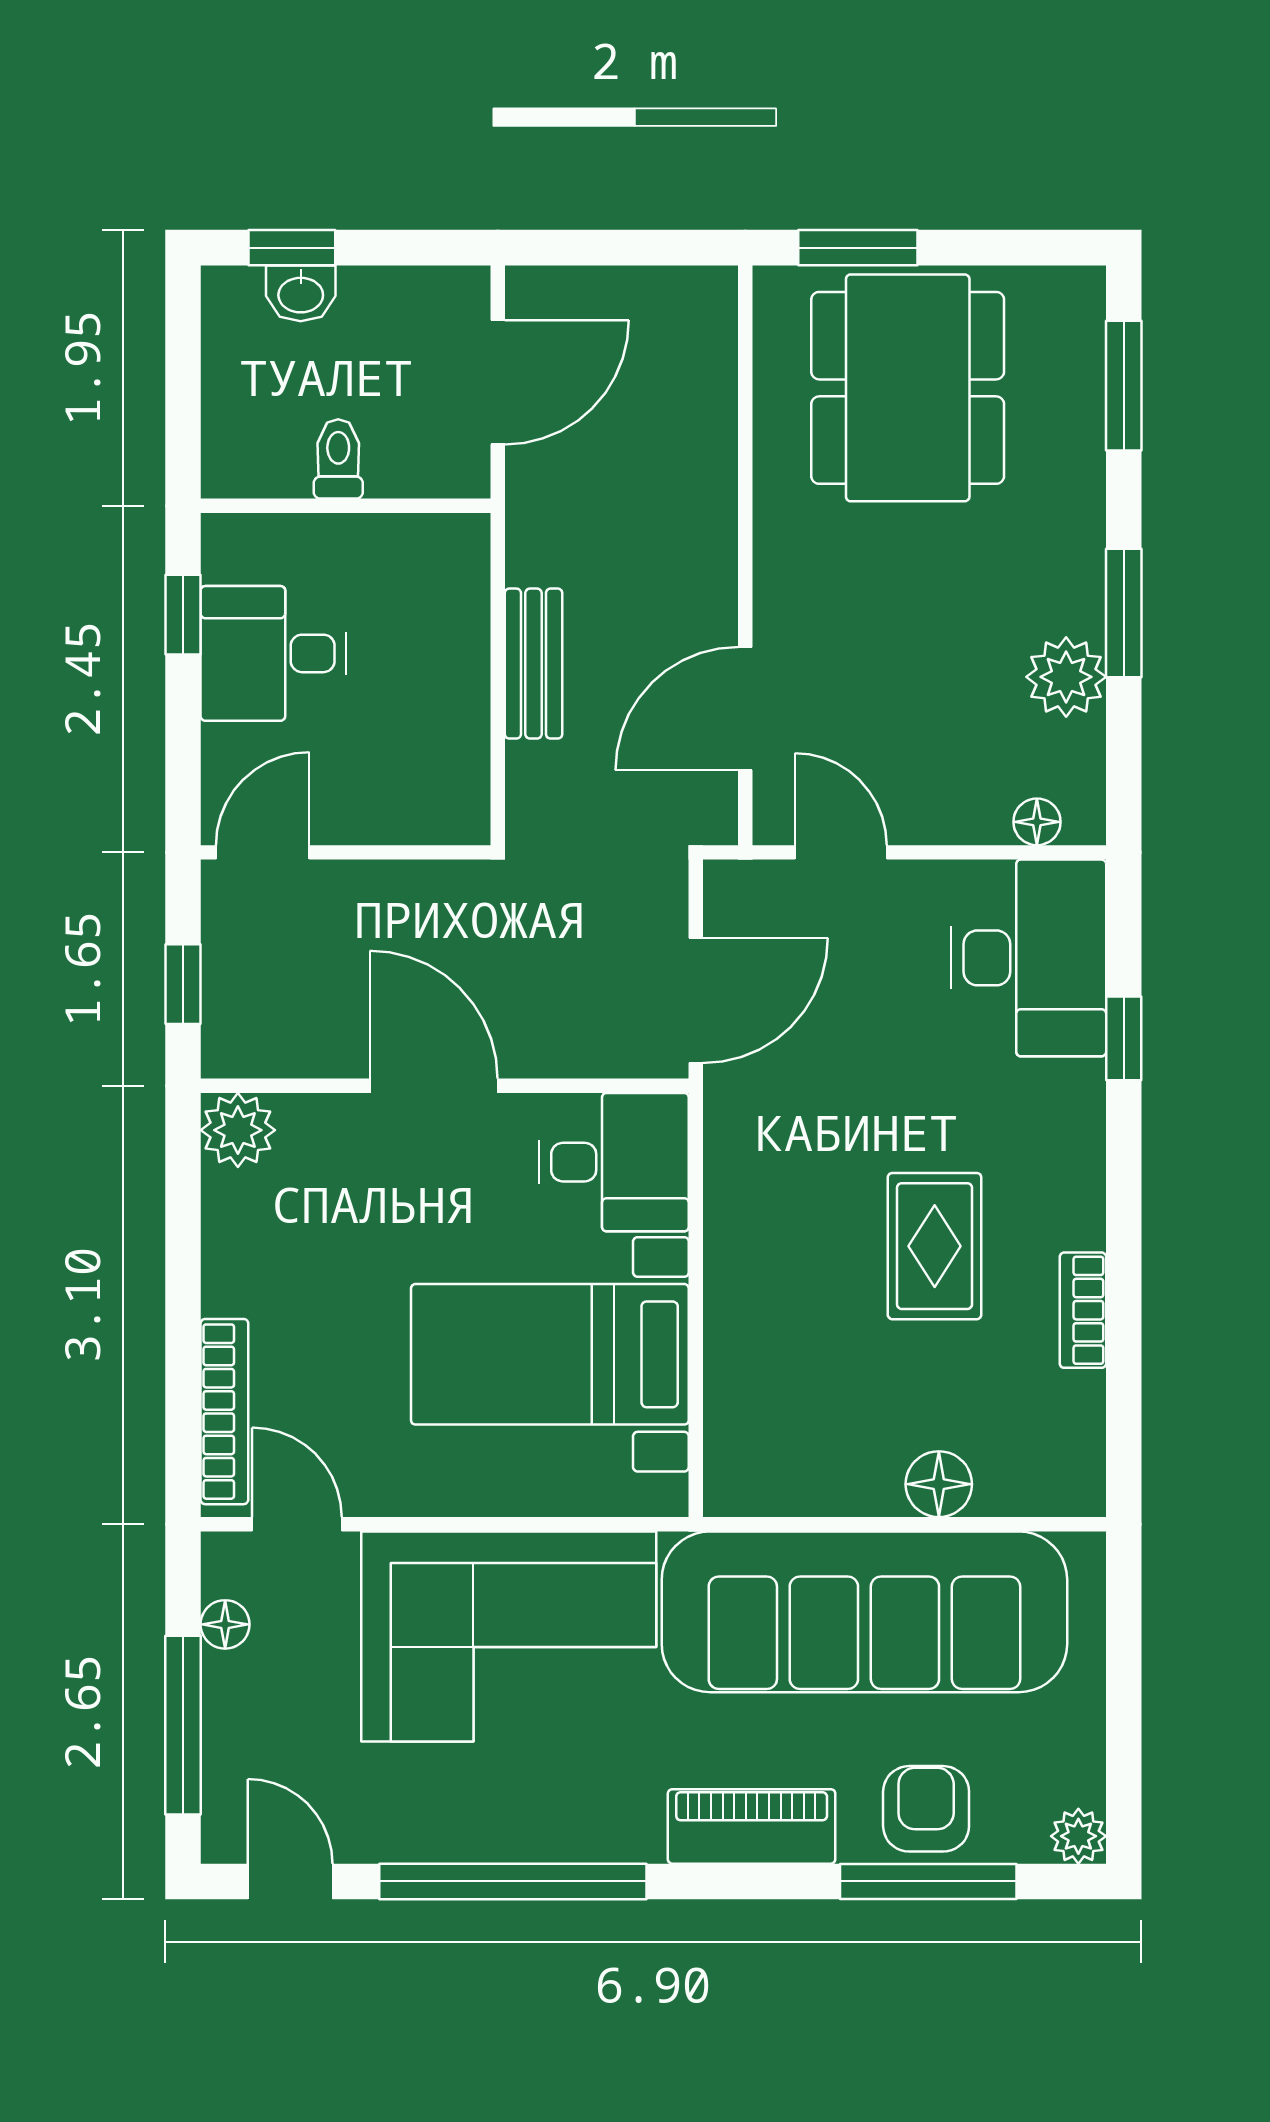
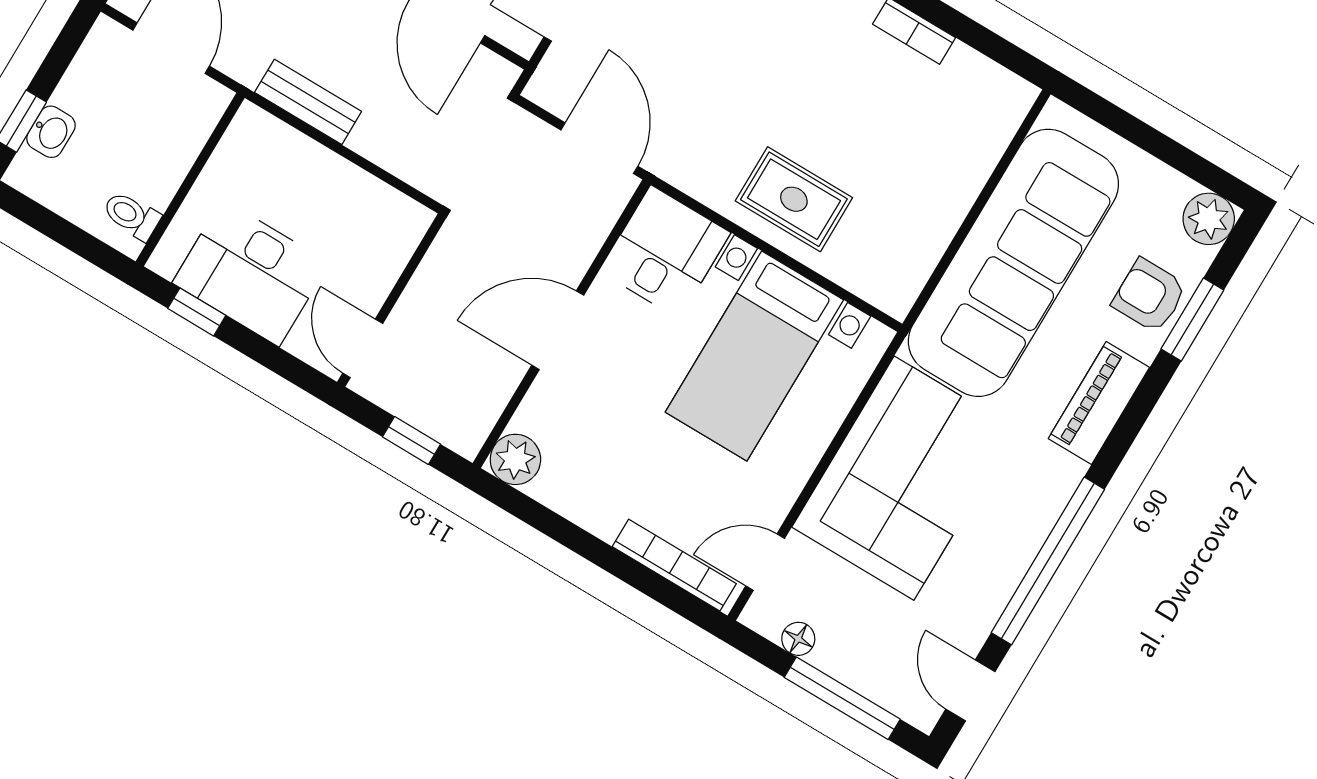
toilet: (338, 459) -> (132, 216), moved
desk: (273, 653) -> (251, 273), width x1.37
bench: (533, 664) -> (308, 102), moved
rug: (935, 1246) -> (794, 199), moved
floor lamp: (939, 1484) -> (965, 175), removed
plant: (1078, 1836) -> (1209, 219), width x1.38, depth x1.38
door: (290, 1881) -> (970, 690), hinge flipped
window: (928, 1881) -> (1192, 319), width x0.69

